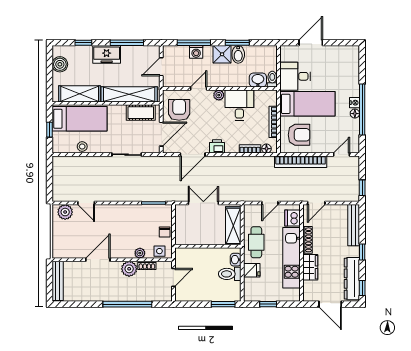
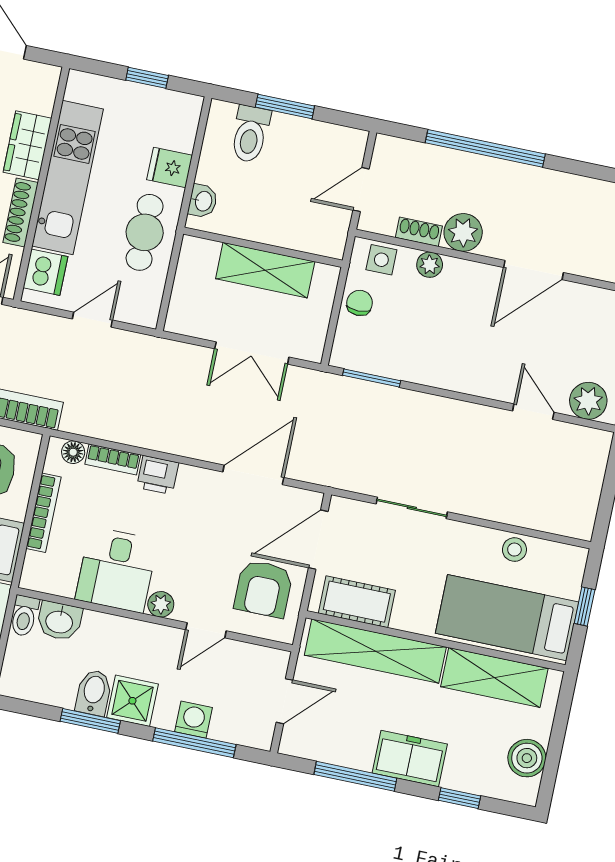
printer: (217, 146) -> (158, 475), moved
shelving: (233, 226) -> (265, 270), moved, turned 90
toilet: (230, 274) -> (250, 134), moved, turned 90
window: (223, 304) -> (285, 107), moved

